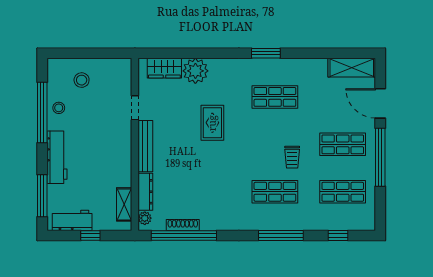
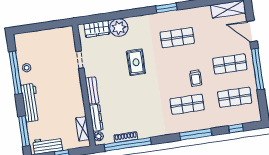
stool: (82, 80) -> (40, 46), removed
bench: (145, 146) -> (92, 91), width x0.73

